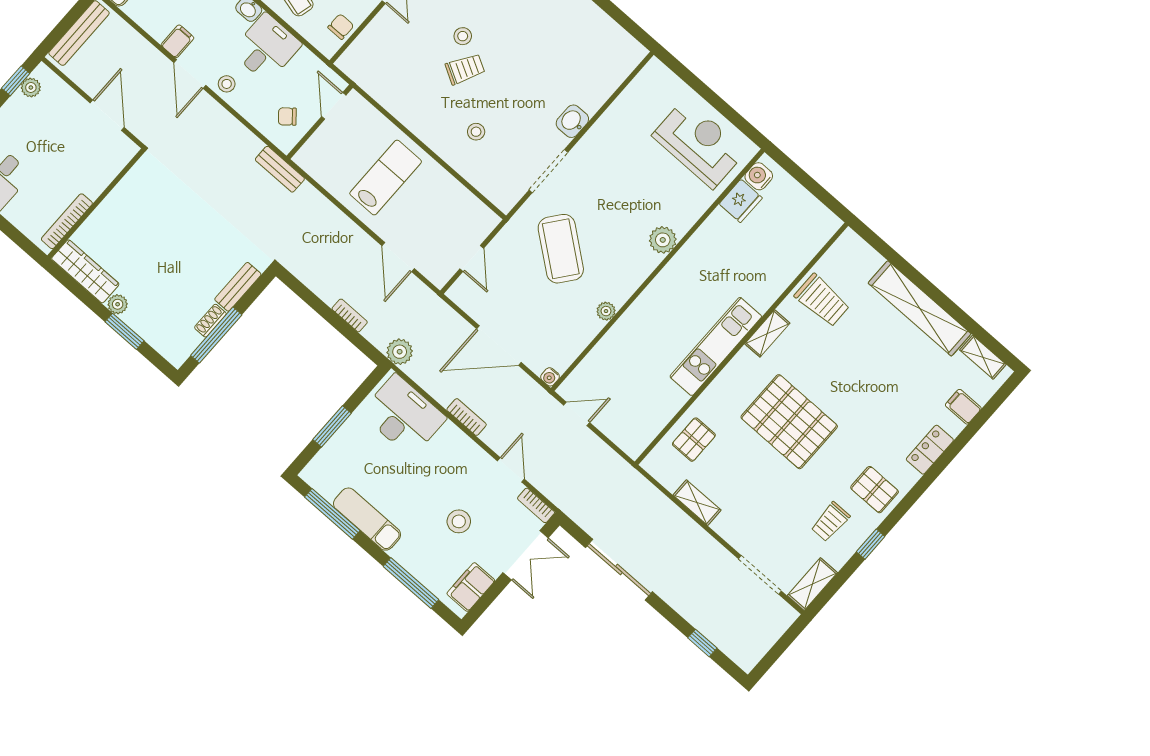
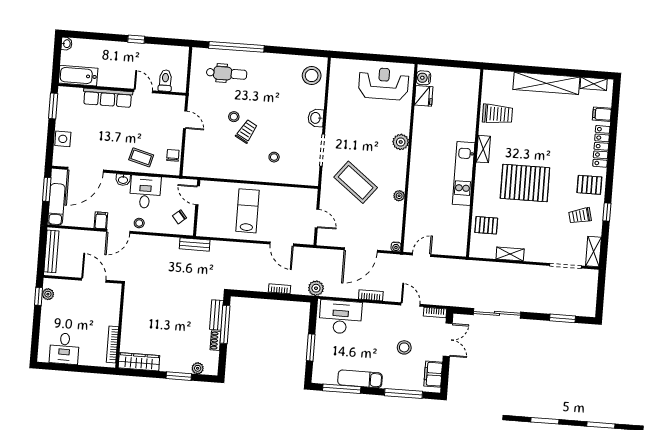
stool: (610, 60) -> (312, 76), added
door: (190, 74) -> (118, 231), hinge flipped
plant: (118, 304) -> (198, 368), moved
window: (216, 335) -> (225, 324), moved
pallet: (694, 440) -> (486, 225), turned 90
locker: (930, 450) -> (601, 146), width x1.53
trolley: (830, 522) -> (580, 216), turned 76
window: (702, 643) -> (562, 318), width x1.50

